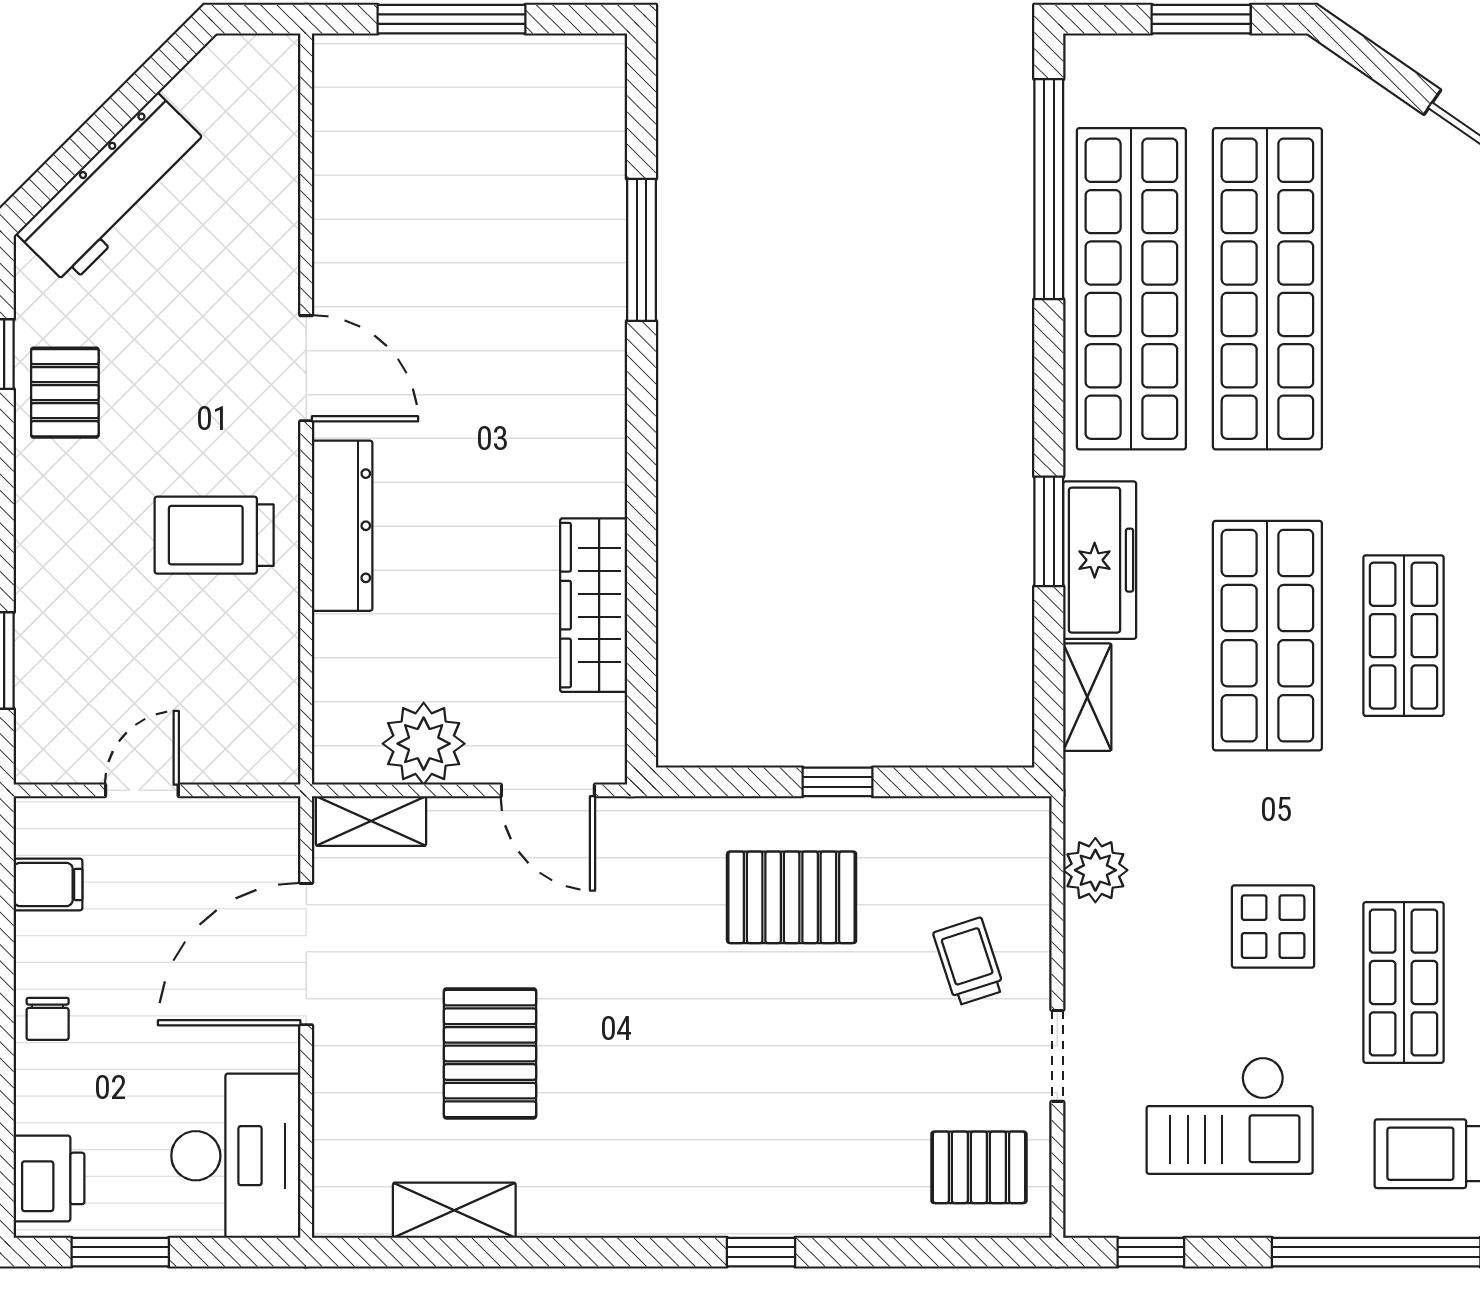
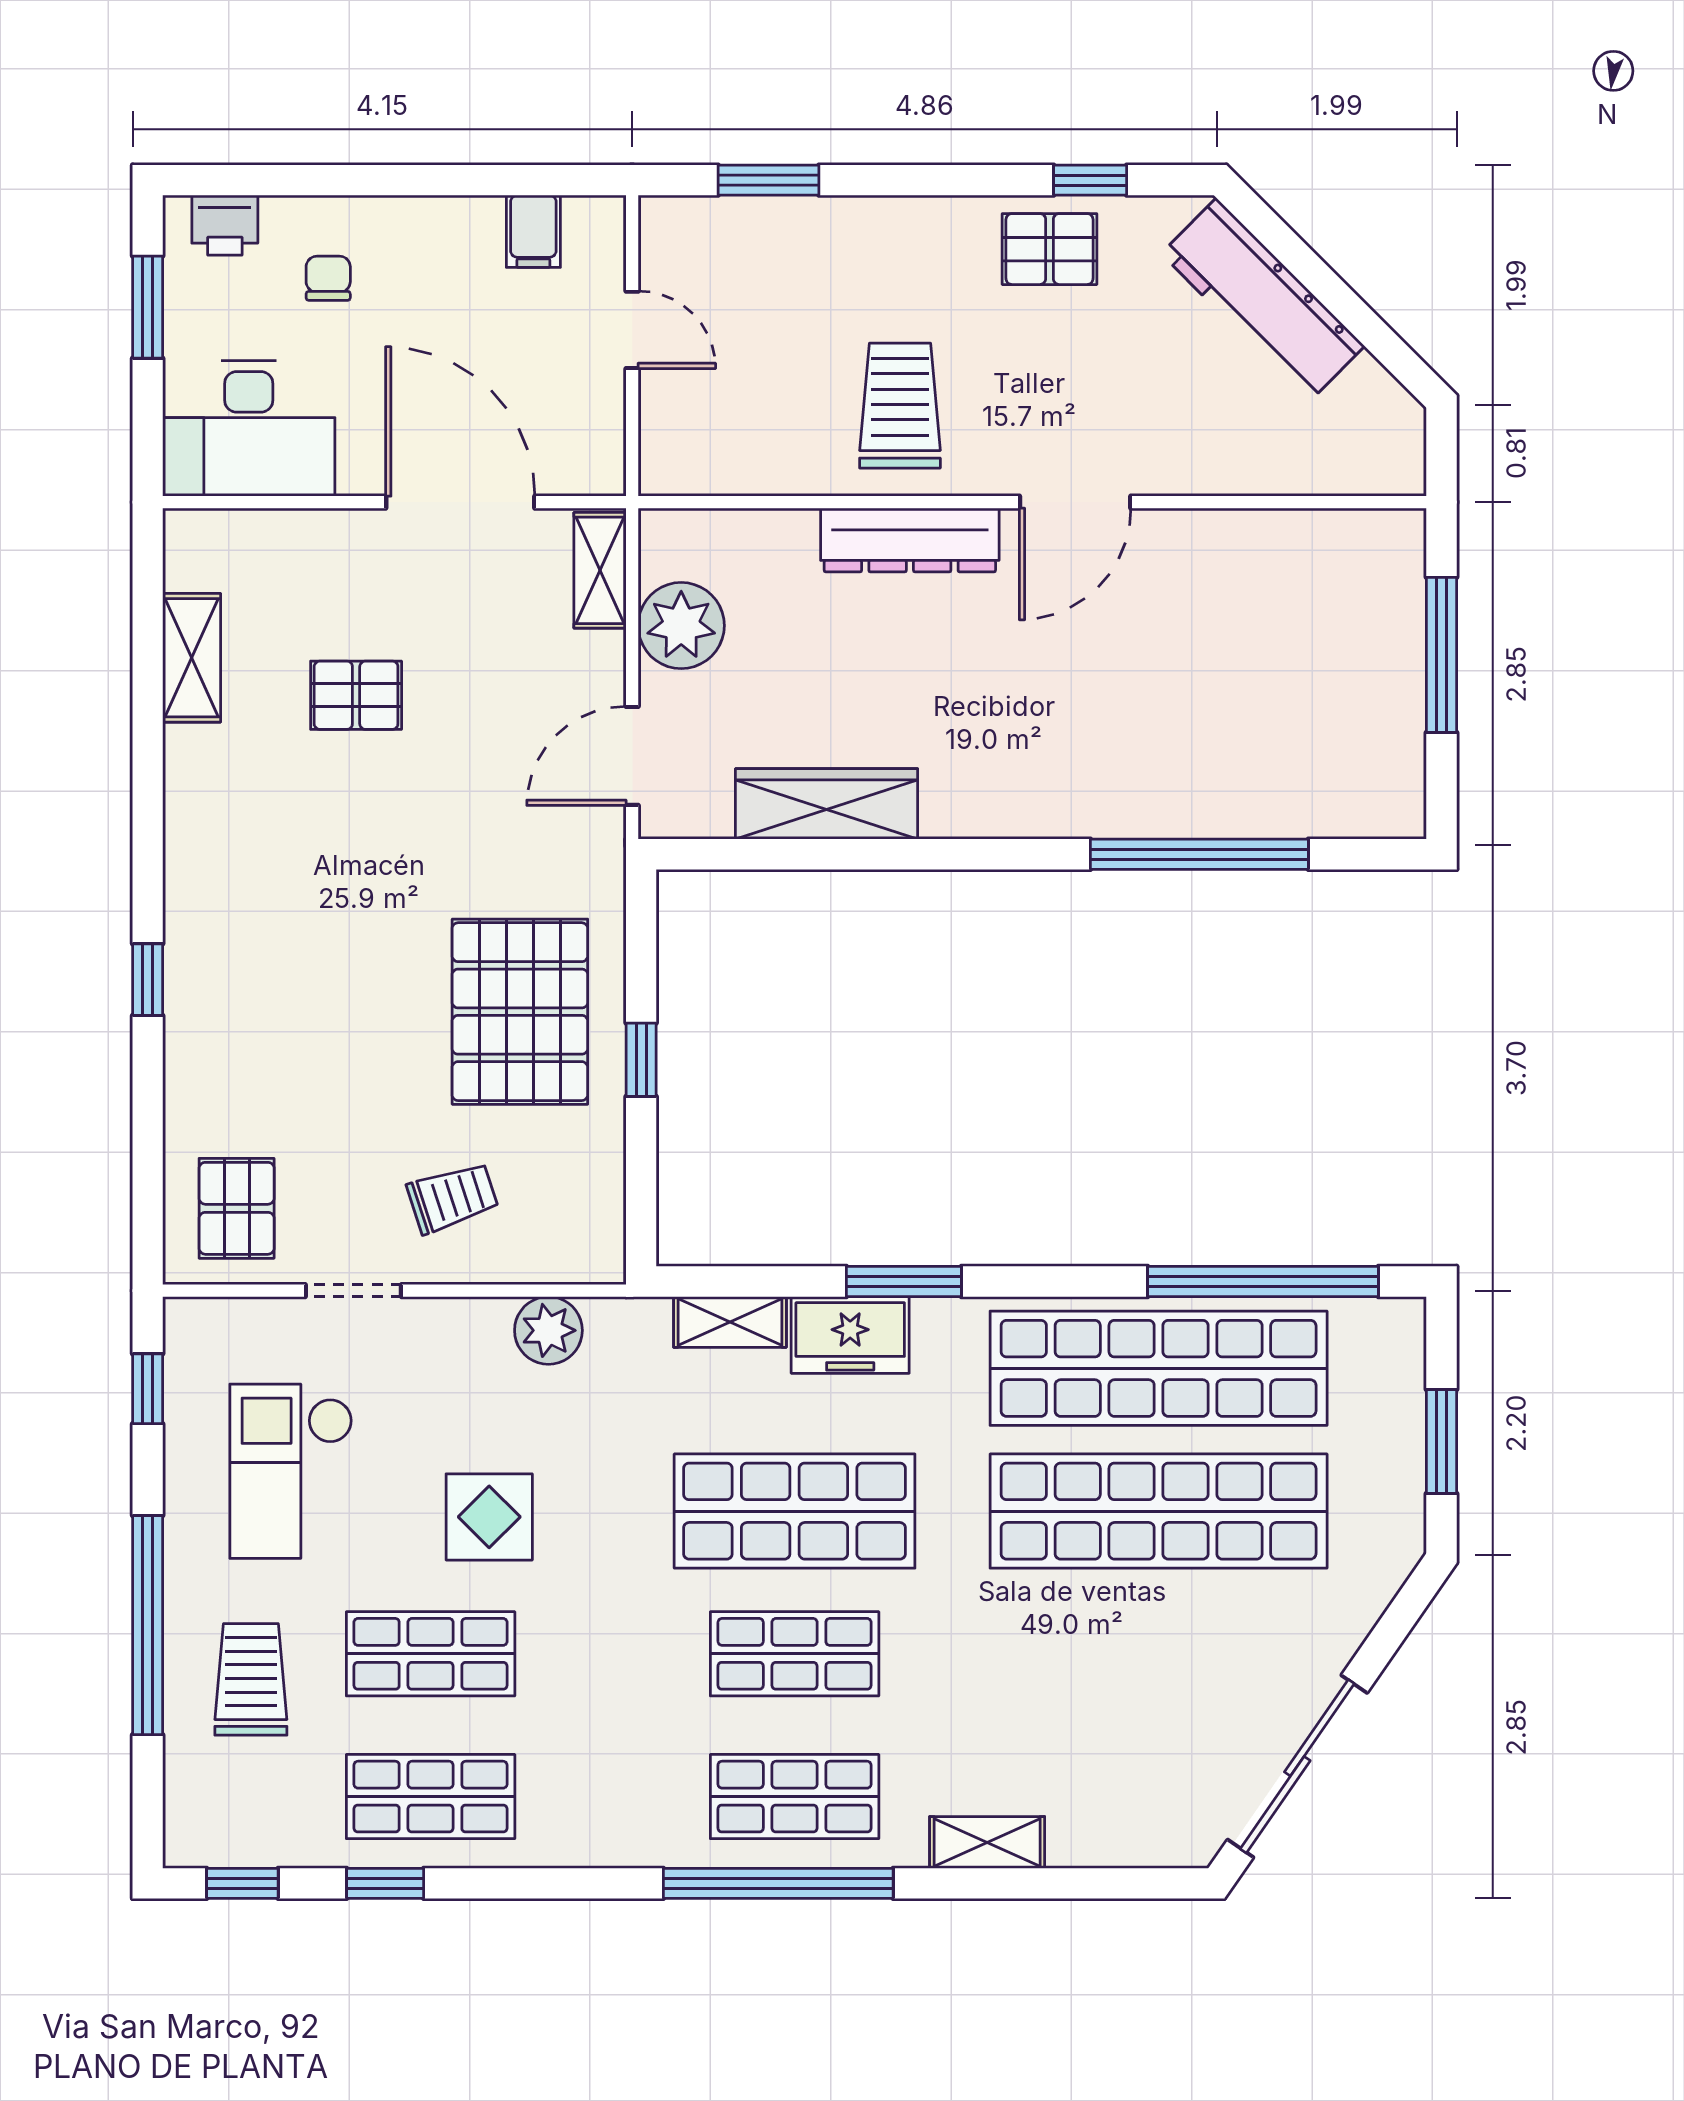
window: (642, 250) -> (1199, 854), width x1.46
freezer: (1100, 560) -> (850, 1335), width x0.71
pallet: (792, 897) -> (520, 1012), width x1.37, depth x1.41
chair: (48, 1019) -> (328, 278), moved, turned 90
pallet: (490, 1053) -> (356, 695), width x0.67, depth x0.71
printer: (49, 1178) -> (225, 225), width x0.73, depth x0.81

